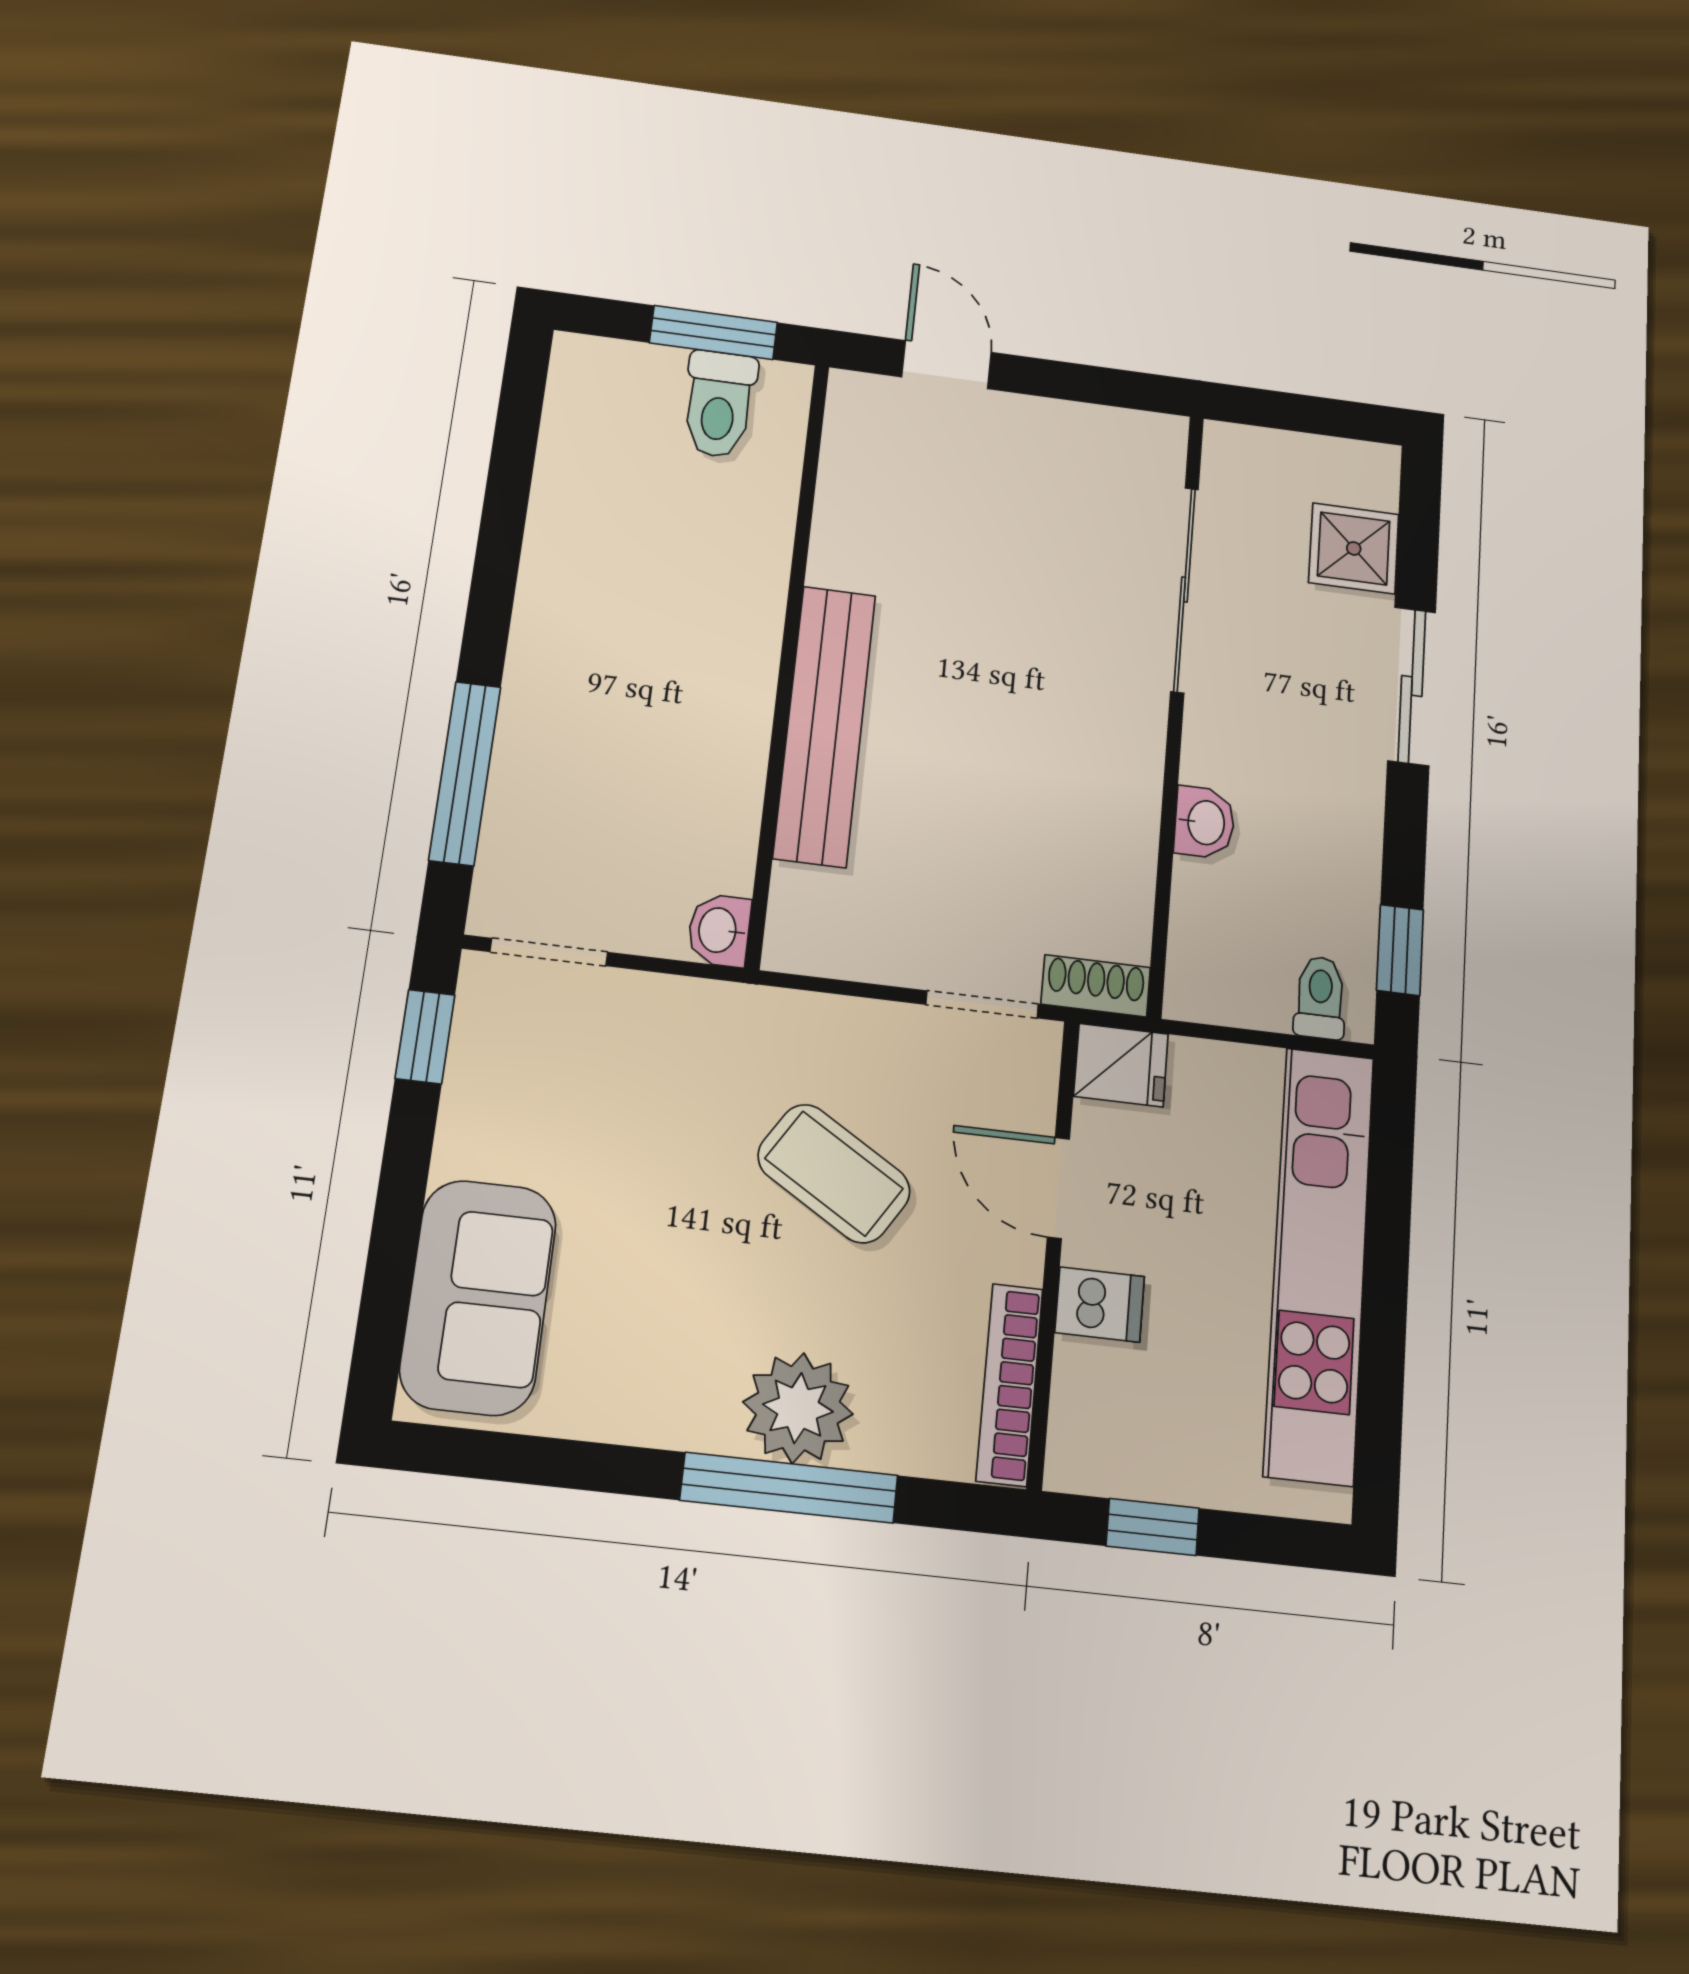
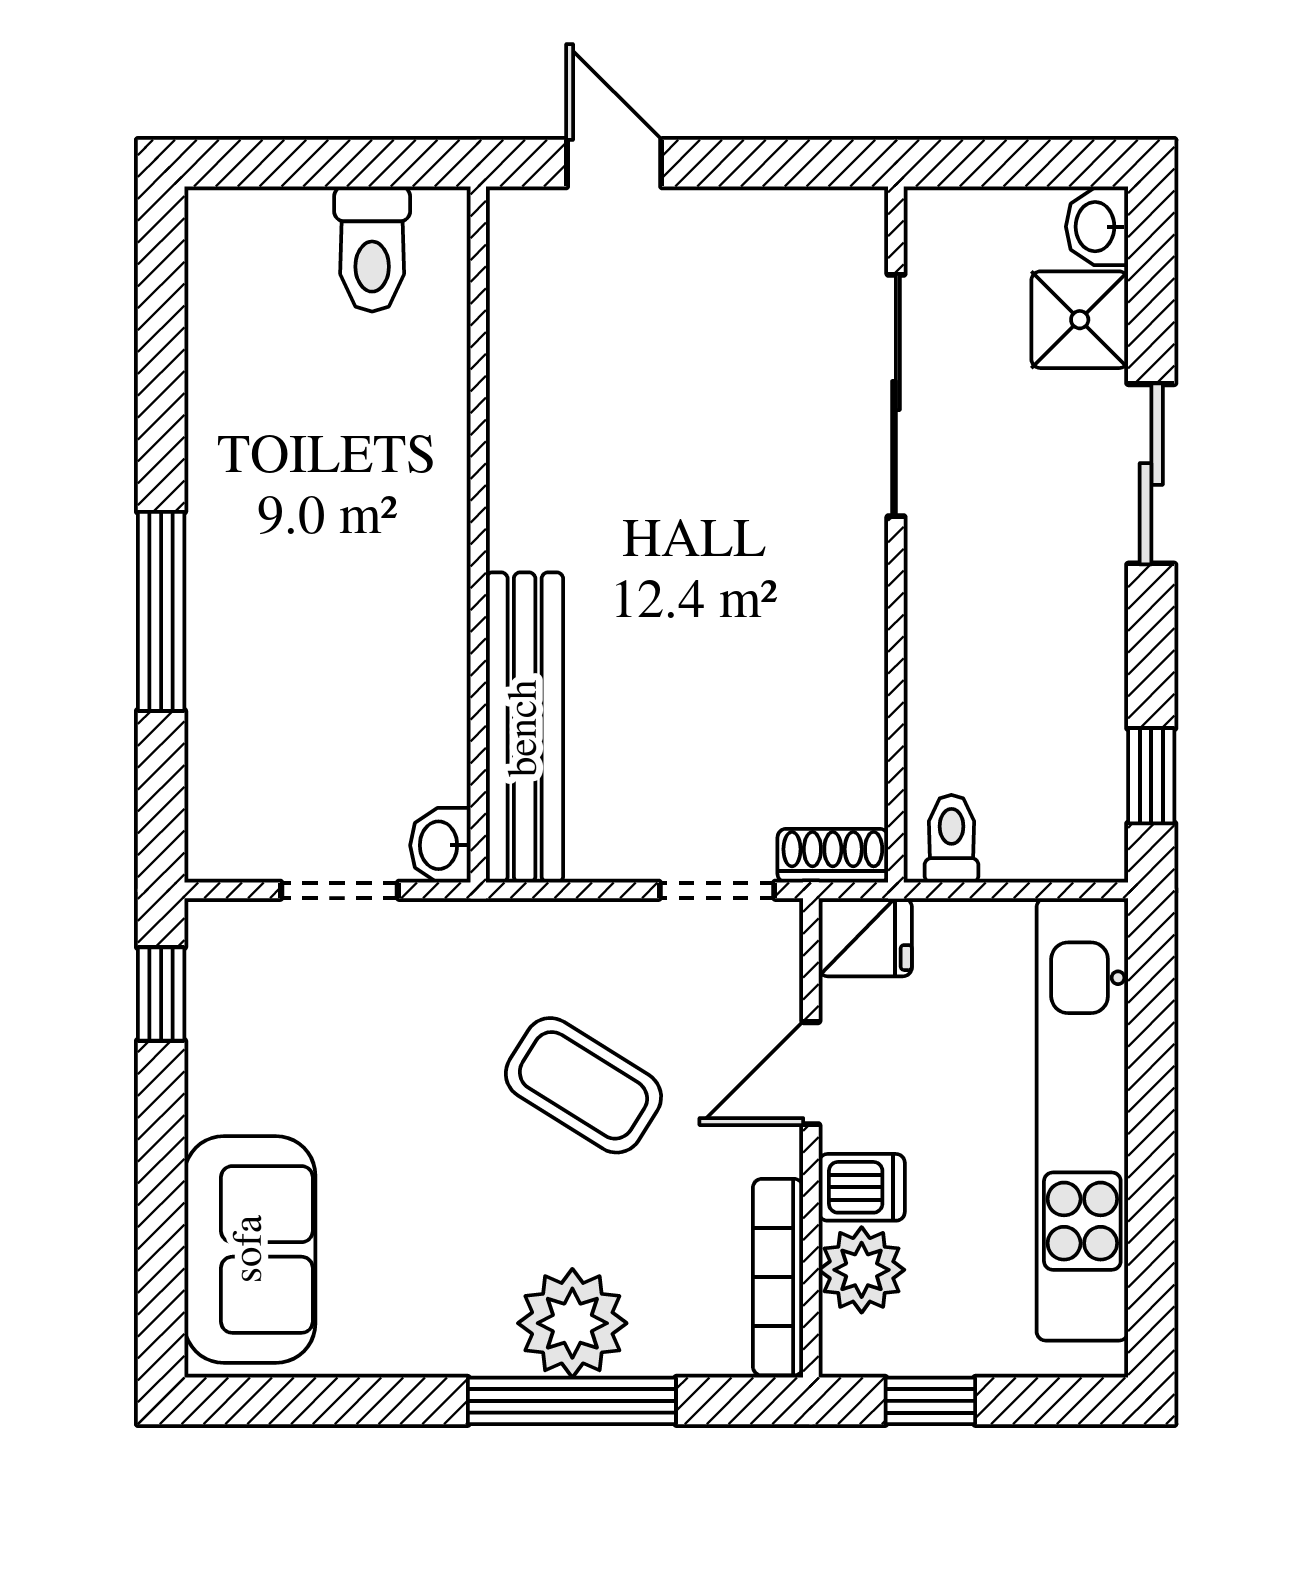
window: (713, 333) -> (356, 163), removed
bench: (825, 725) -> (525, 728), moved
window: (465, 773) -> (161, 611), moved
washbasin: (1204, 822) -> (1097, 227), moved, turned 180
doorway: (549, 952) -> (340, 890), moved
toilet: (1320, 998) -> (951, 839), moved
door: (1058, 1188) -> (811, 1073), hinge flipped
plant: (1093, 1386) -> (862, 1270), added

